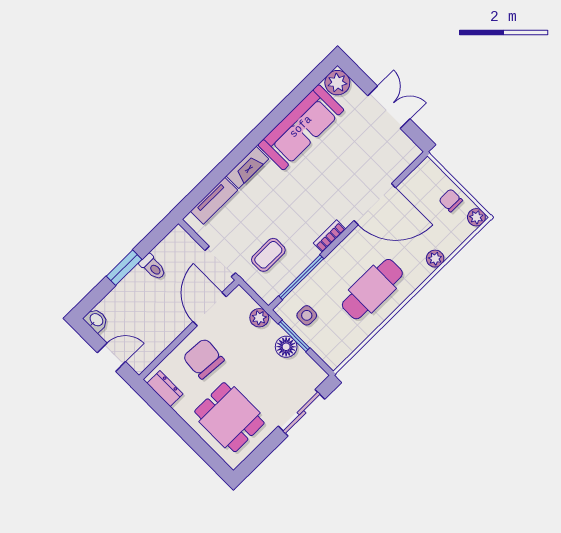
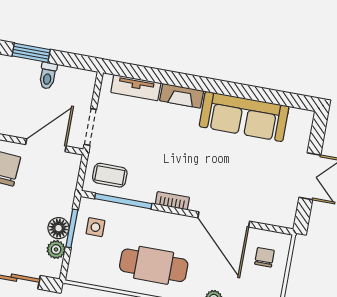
plant: (337, 83) -> (301, 121), removed
chair: (451, 200) -> (264, 257), moved
coffee table: (268, 255) -> (110, 175), moved
plant: (259, 318) -> (56, 249), moved

